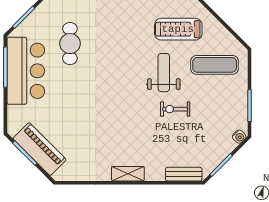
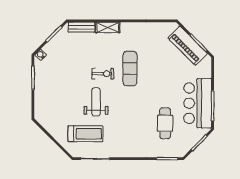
exercise mat: (215, 65) -> (130, 69), moved, turned 90
weight bench: (164, 73) -> (96, 102), turned 180
exercise bike: (175, 109) -> (103, 74), moved
shelving: (128, 174) -> (108, 27), moved

